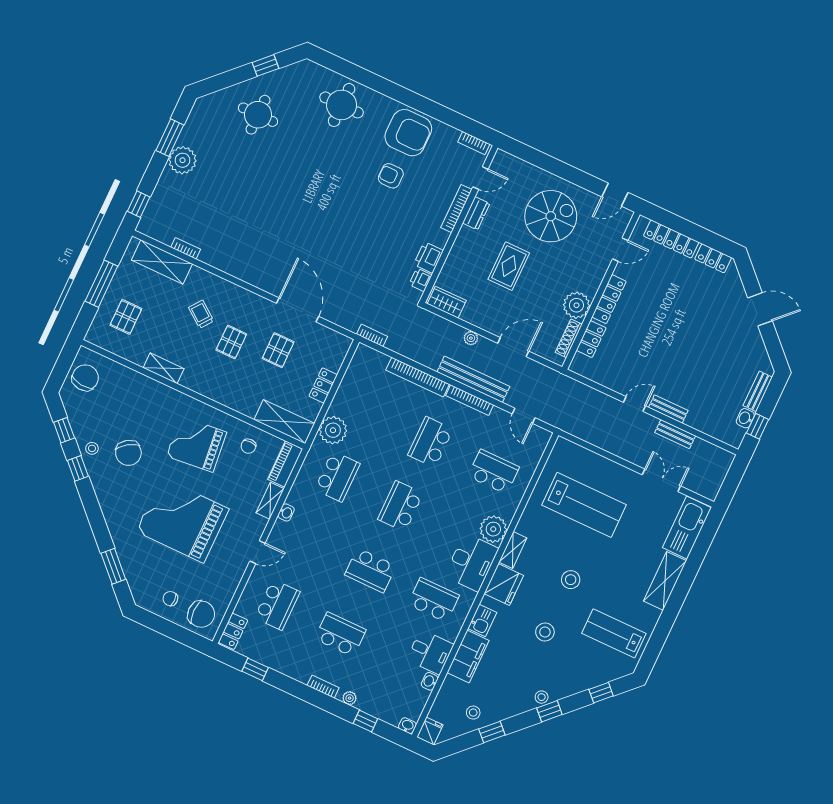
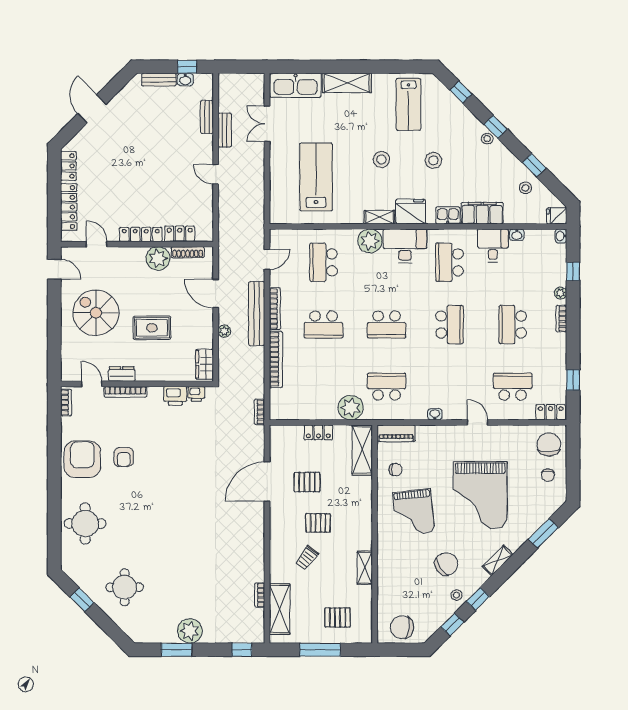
bench: (668, 409) -> (207, 117), moved
shelving: (270, 501) -> (498, 561), moved, turned -45

